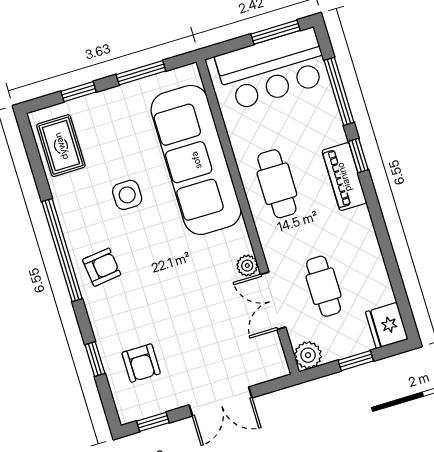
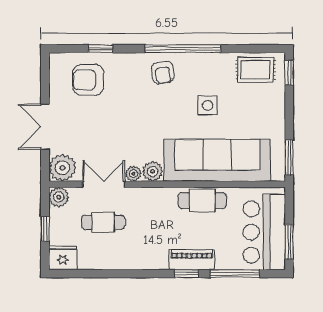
window: (141, 73) -> (289, 158), moved
window: (79, 92) -> (289, 73), moved
piano: (344, 177) -> (192, 260), moved
cafe table: (277, 184) -> (202, 201), moved
plant: (237, 241) -> (153, 171), added
plant: (268, 362) -> (62, 168), added
armchair: (141, 363) -> (88, 80), width x1.38, depth x1.38
window: (153, 422) -> (45, 76), removed

